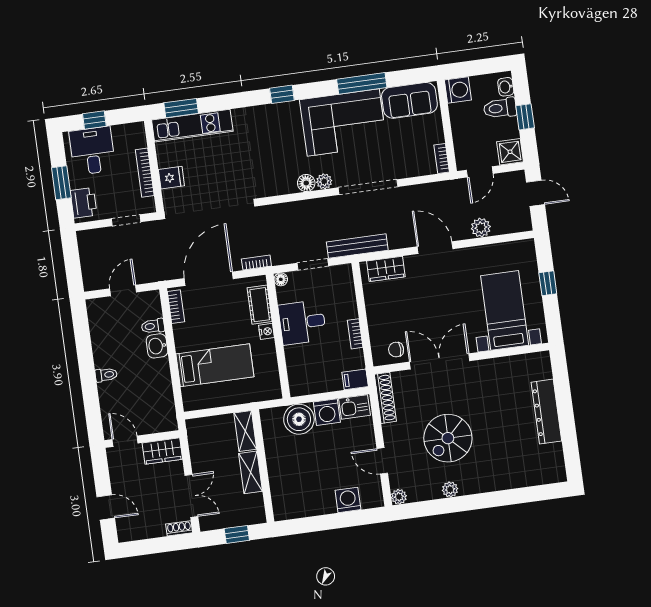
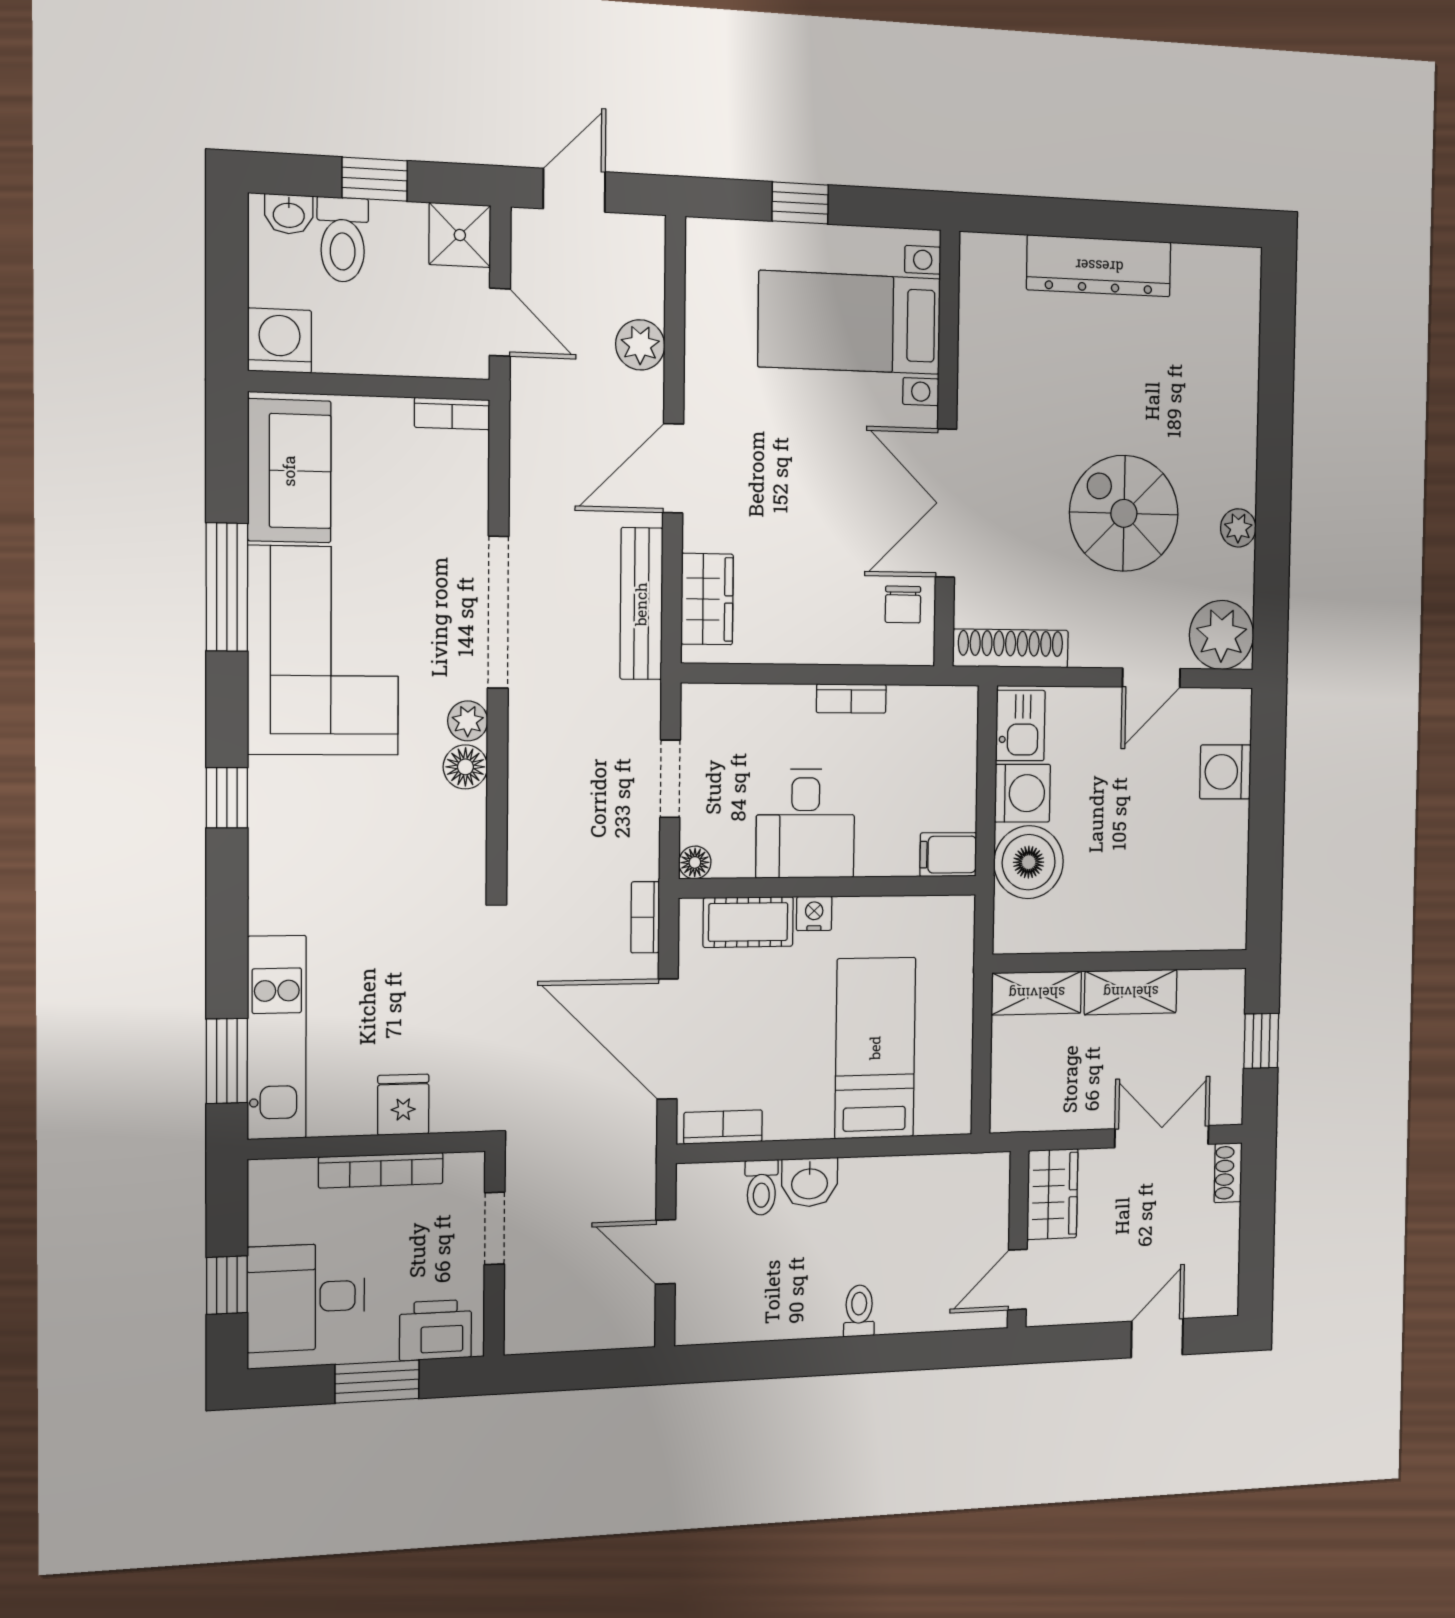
bench: (357, 246) -> (641, 604), moved
filing cabinet: (355, 379) -> (948, 855), moved, turned 90
spiral stairs: (448, 438) -> (1124, 513), turned 180
plant: (399, 497) -> (1222, 635), width x1.88, depth x1.88

